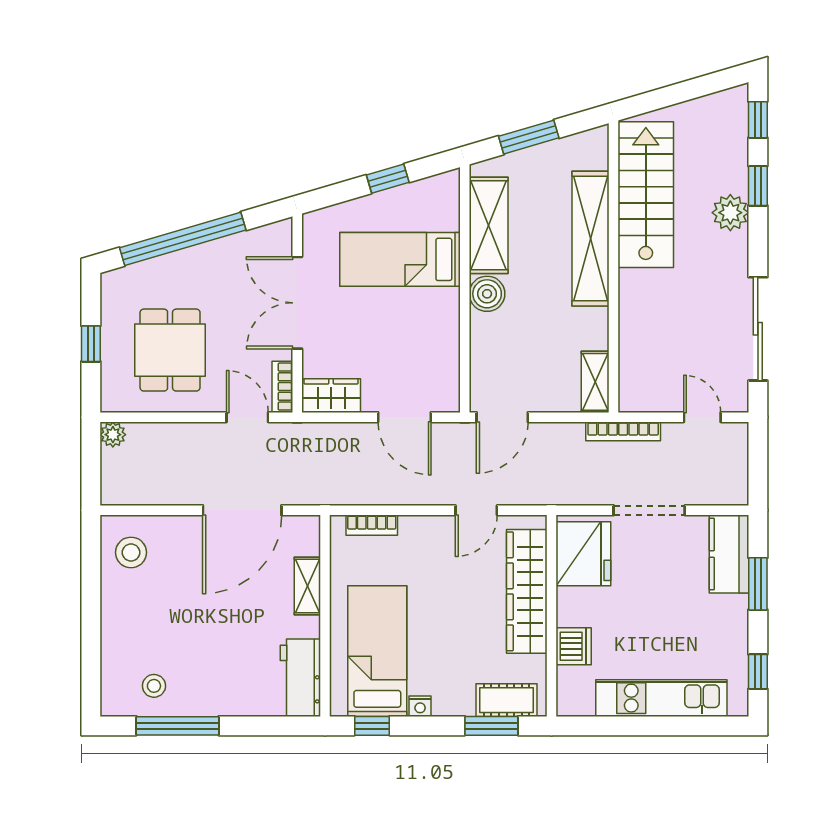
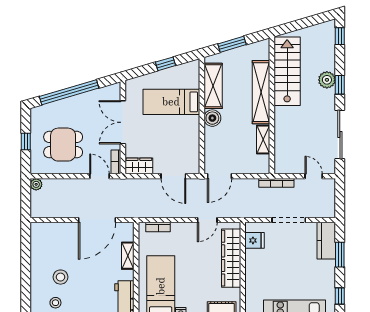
window: (758, 186) -> (340, 85), moved
dining table: (170, 350) -> (63, 145), turned 90
shelving: (595, 382) -> (263, 140), moved
stool: (131, 552) -> (61, 277), moved
fridge: (583, 554) -> (254, 240), width x0.53, depth x0.75
dishwasher: (574, 646) -> (253, 284), removed

